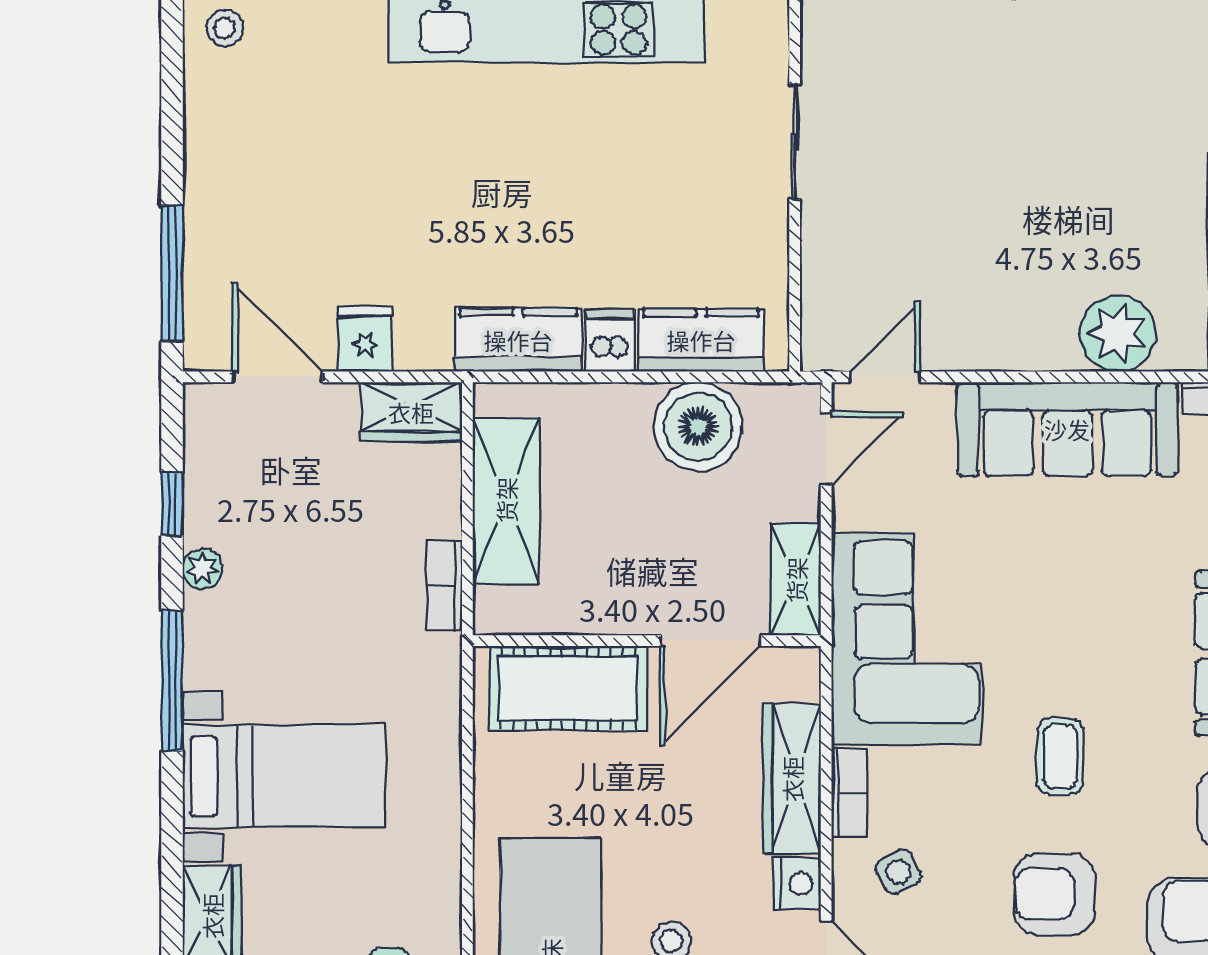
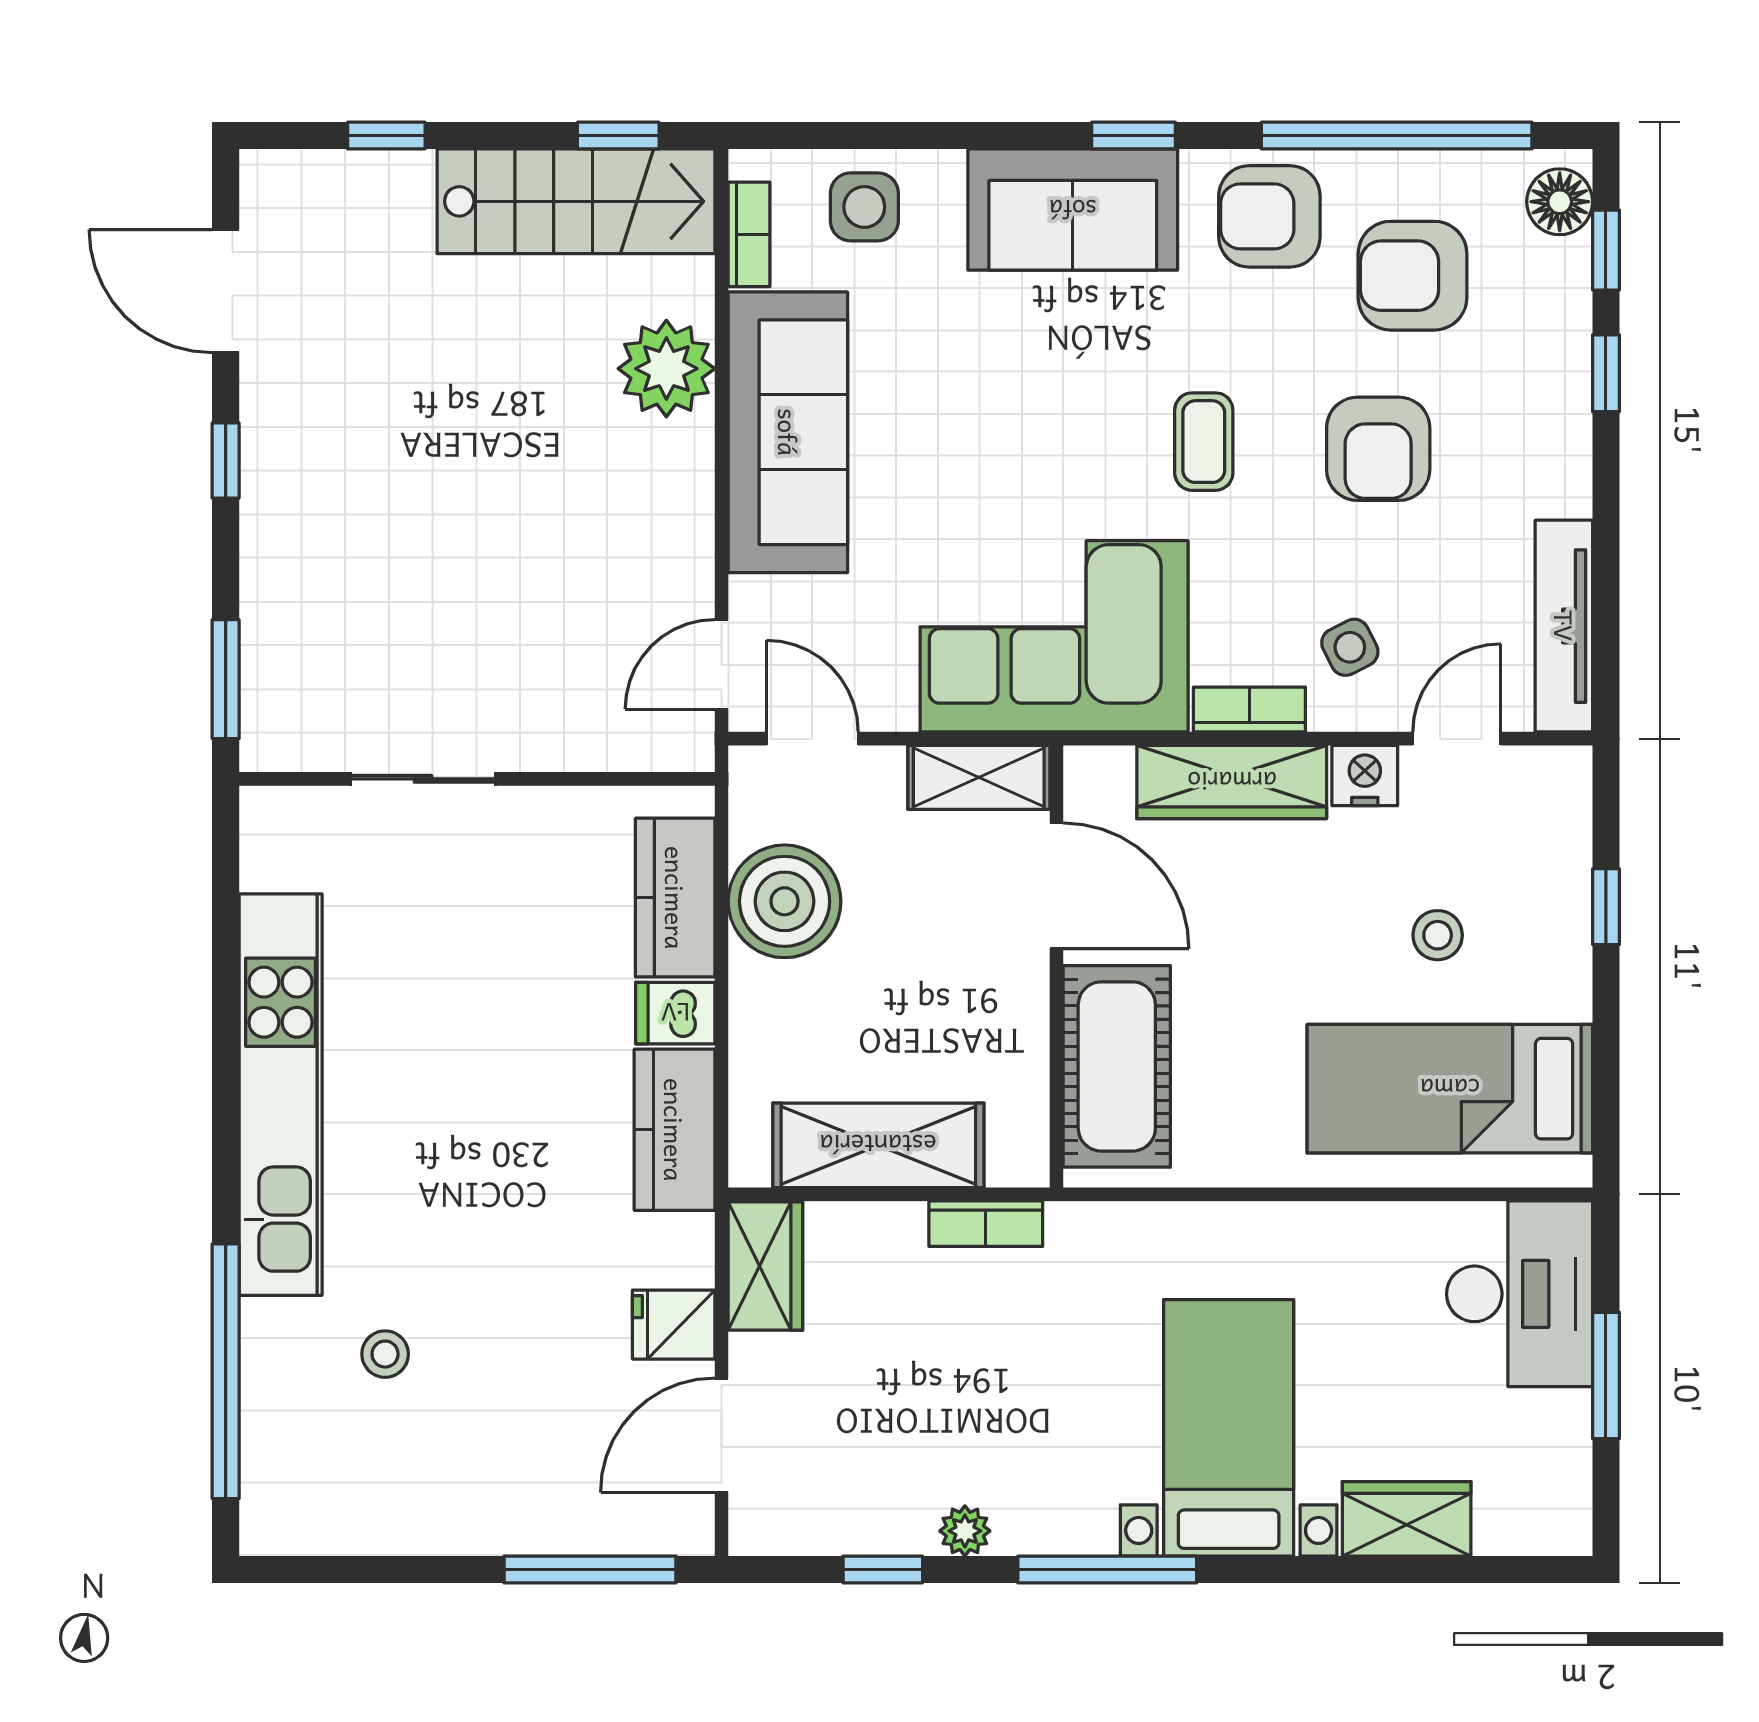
stool: (225, 28) -> (385, 1354), moved
door: (885, 377) -> (721, 664), hinge flipped
coffee table: (1060, 757) -> (1204, 442), turned 90

